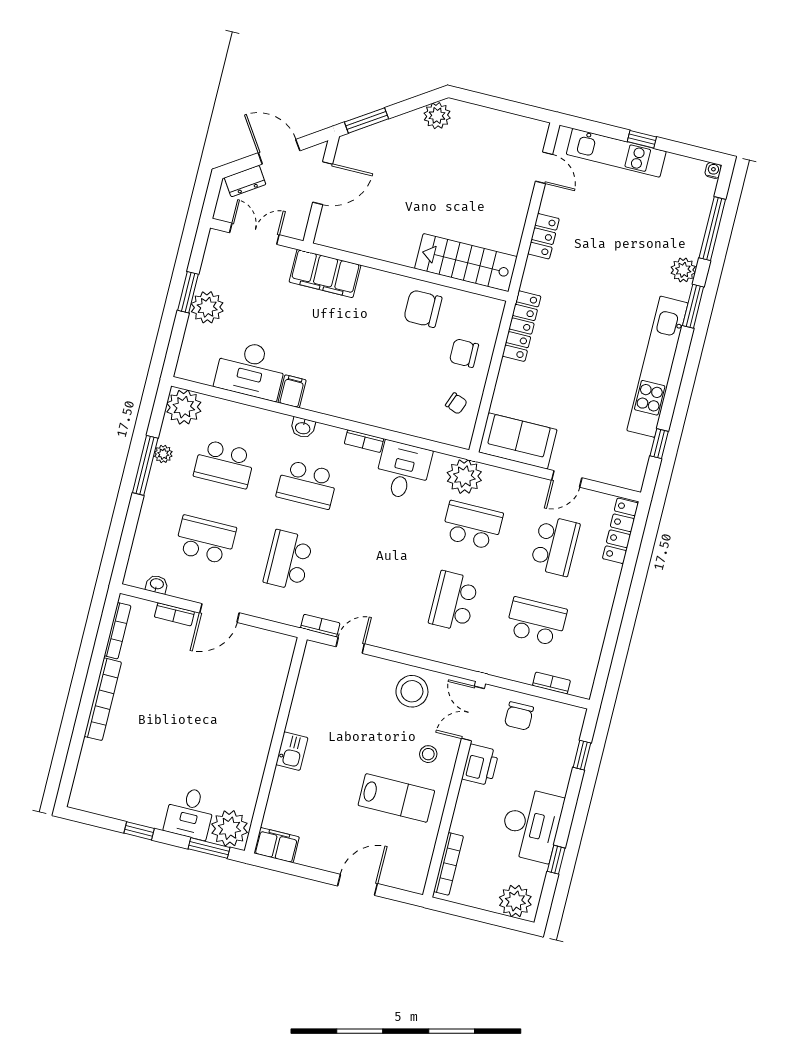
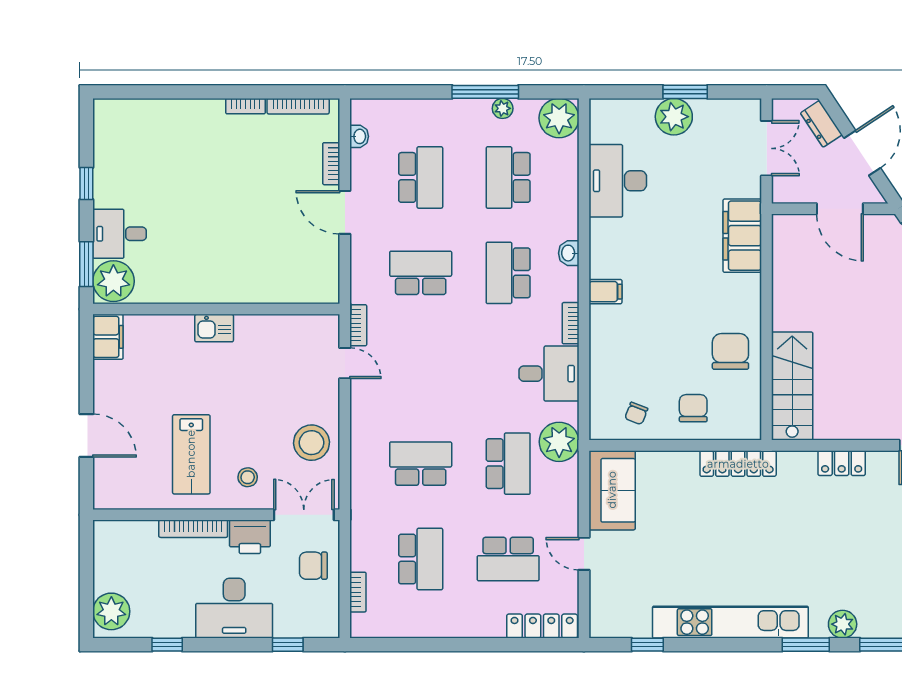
filing cabinet: (292, 391) -> (605, 292), moved
bookcase: (103, 699) -> (245, 106), width x0.43, depth x0.76
desk: (531, 825) -> (234, 608), moved
bookcase: (448, 864) -> (193, 529), moved

